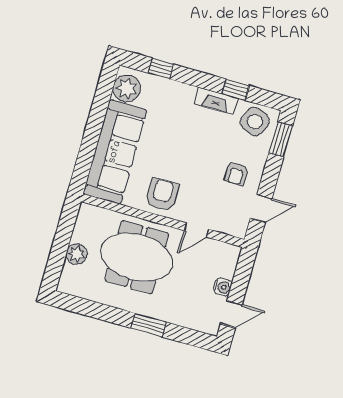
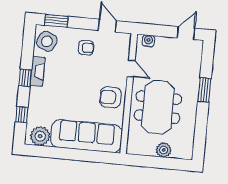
window: (236, 90) -> (25, 78), moved
water cooler: (223, 287) -> (148, 41), moved
door: (231, 314) -> (186, 33), hinge flipped

